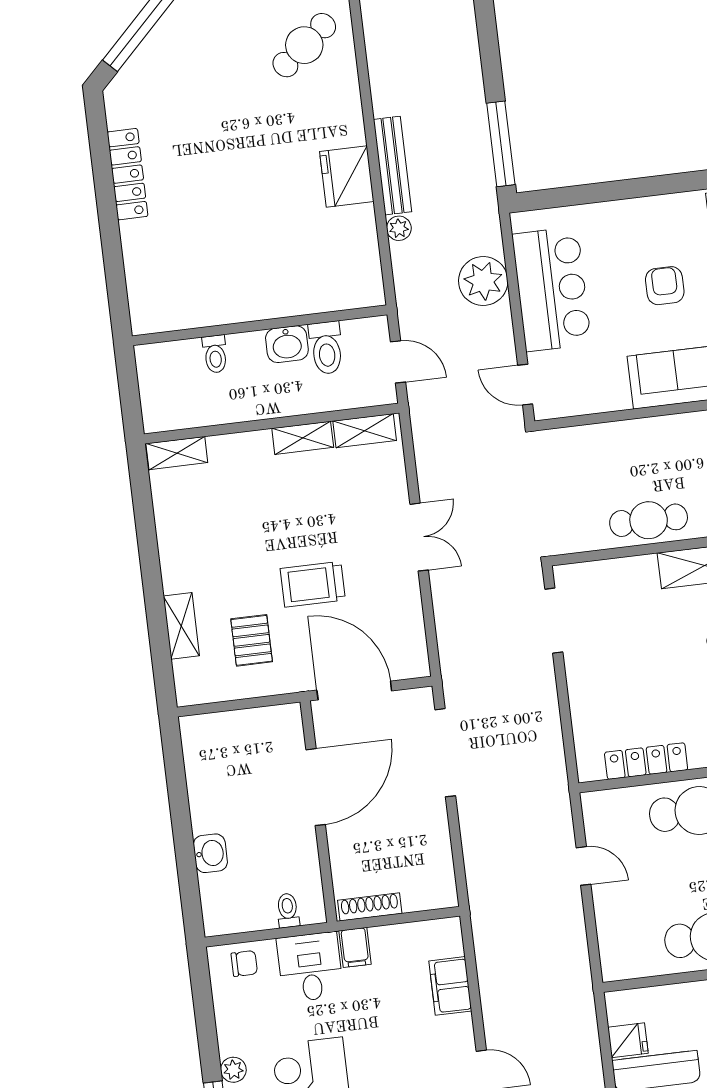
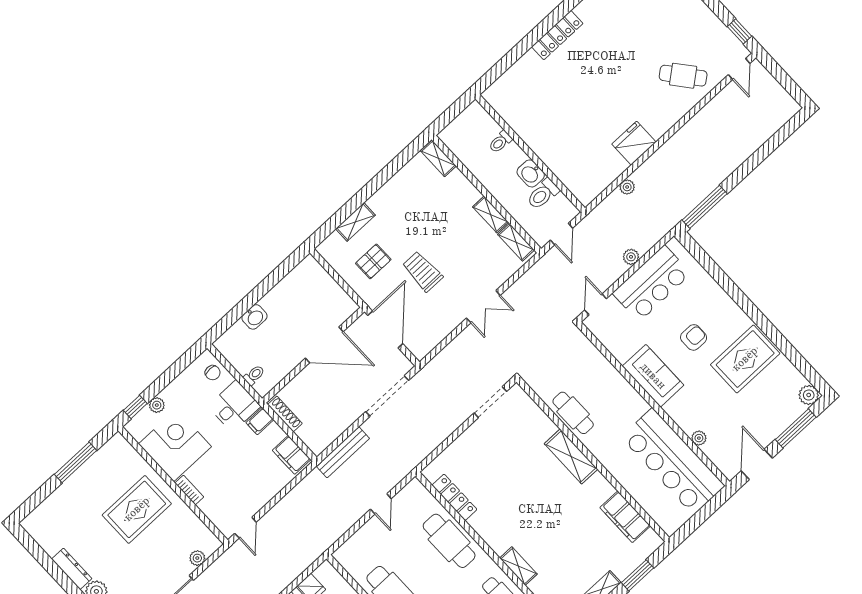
bench: (392, 166) -> (343, 452), moved
plant: (483, 281) -> (631, 257), width x0.53, depth x0.53
filing cabinet: (450, 986) -> (292, 455), moved, turned -90

